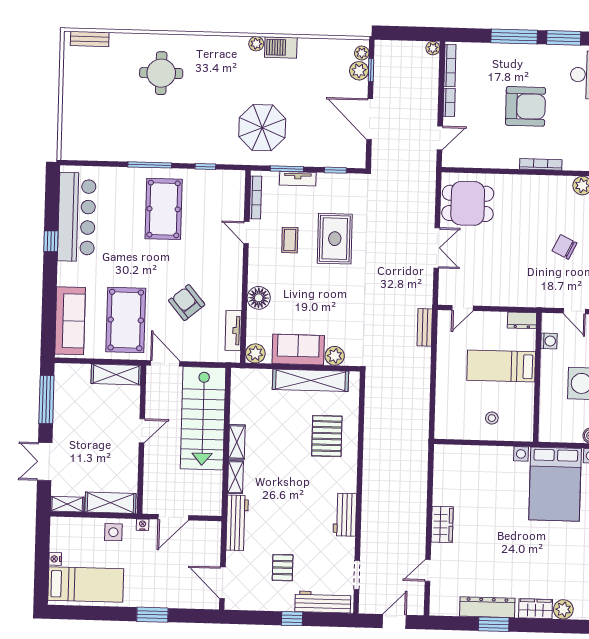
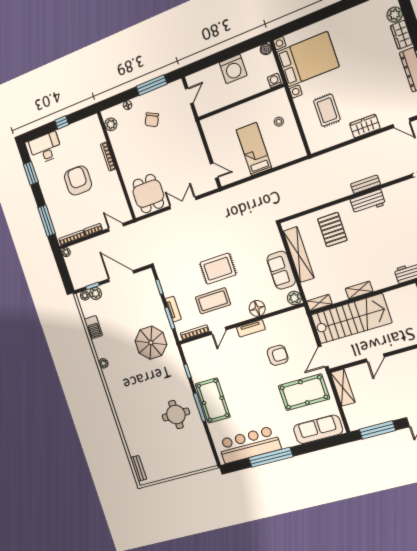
window: (514, 36) -> (47, 221), moved
barbecue: (281, 47) -> (93, 327), moved
round table: (161, 73) -> (176, 415), moved
door: (370, 119) -> (121, 276), swing flipped
pool table: (164, 209) -> (213, 400), moved, turned 90
rug: (335, 239) -> (218, 269), moved
coffee table: (290, 240) -> (213, 301), width x1.86, depth x1.72
window: (51, 241) -> (271, 457), width x3.17
armchair: (187, 303) -> (278, 355), turned -140
dresser: (522, 320) -> (208, 128), removed
bench: (425, 327) -> (365, 184), moved
tv unit: (233, 330) -> (251, 328), moved
washing machine: (549, 341) -> (274, 81), moved
plant: (335, 356) -> (276, 244), removed
bed: (501, 366) -> (254, 149), moved, turned 180
door: (142, 431) -> (375, 358), swing flipped
pallet: (327, 436) -> (332, 230), turned 90
shelving: (235, 477) -> (319, 303), moved
rug: (481, 485) -> (327, 110), added
workbench: (345, 515) -> (368, 202), moved

